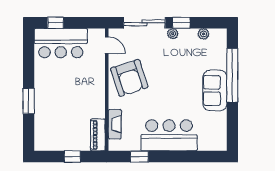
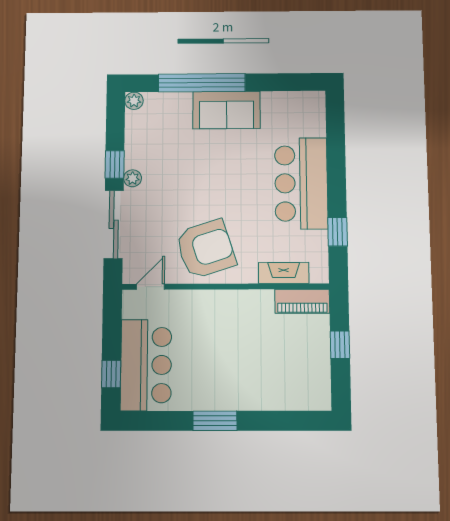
plant: (203, 34) -> (134, 101), moved
window: (29, 101) -> (215, 421), moved

